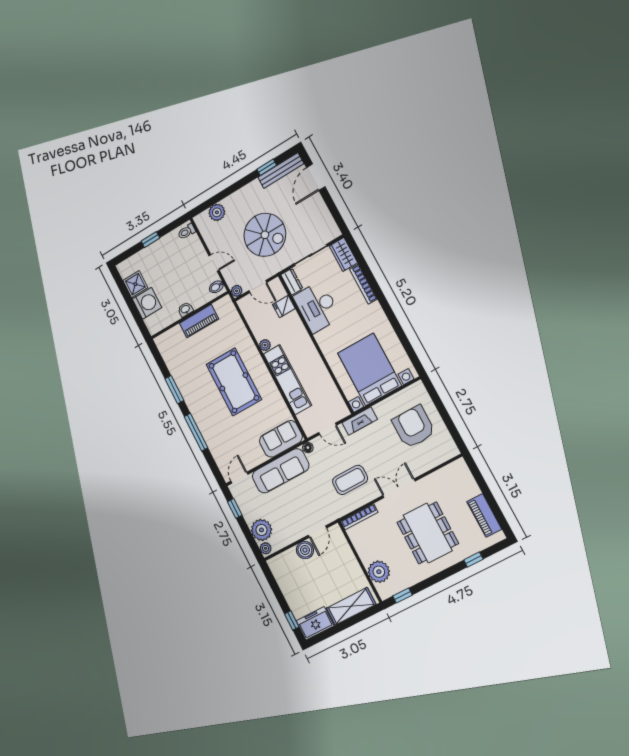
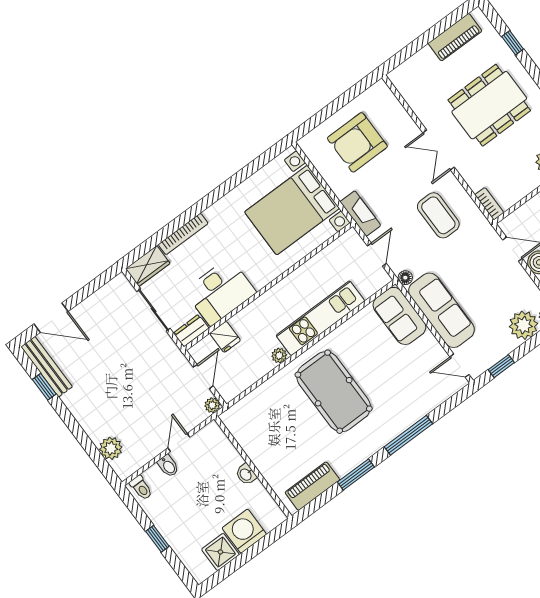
spiral stairs: (265, 235) -> (134, 377), removed
bidet: (216, 287) -> (168, 466), moved
piano: (199, 321) -> (312, 486), moved, turned -90
pool table: (234, 382) -> (334, 392), turned 90
bookcase: (359, 517) -> (489, 204), width x0.64

